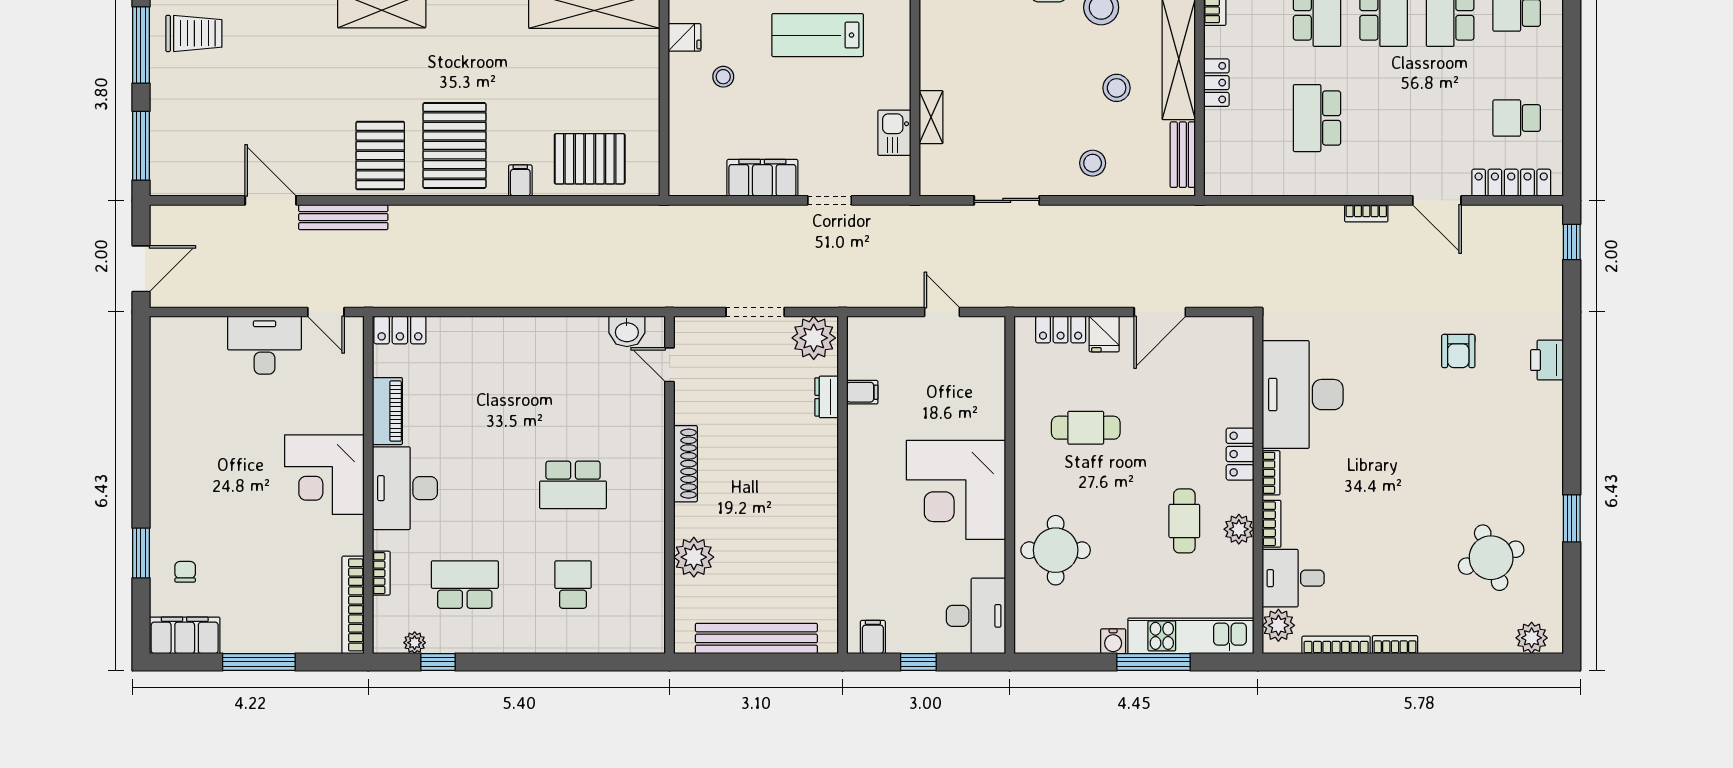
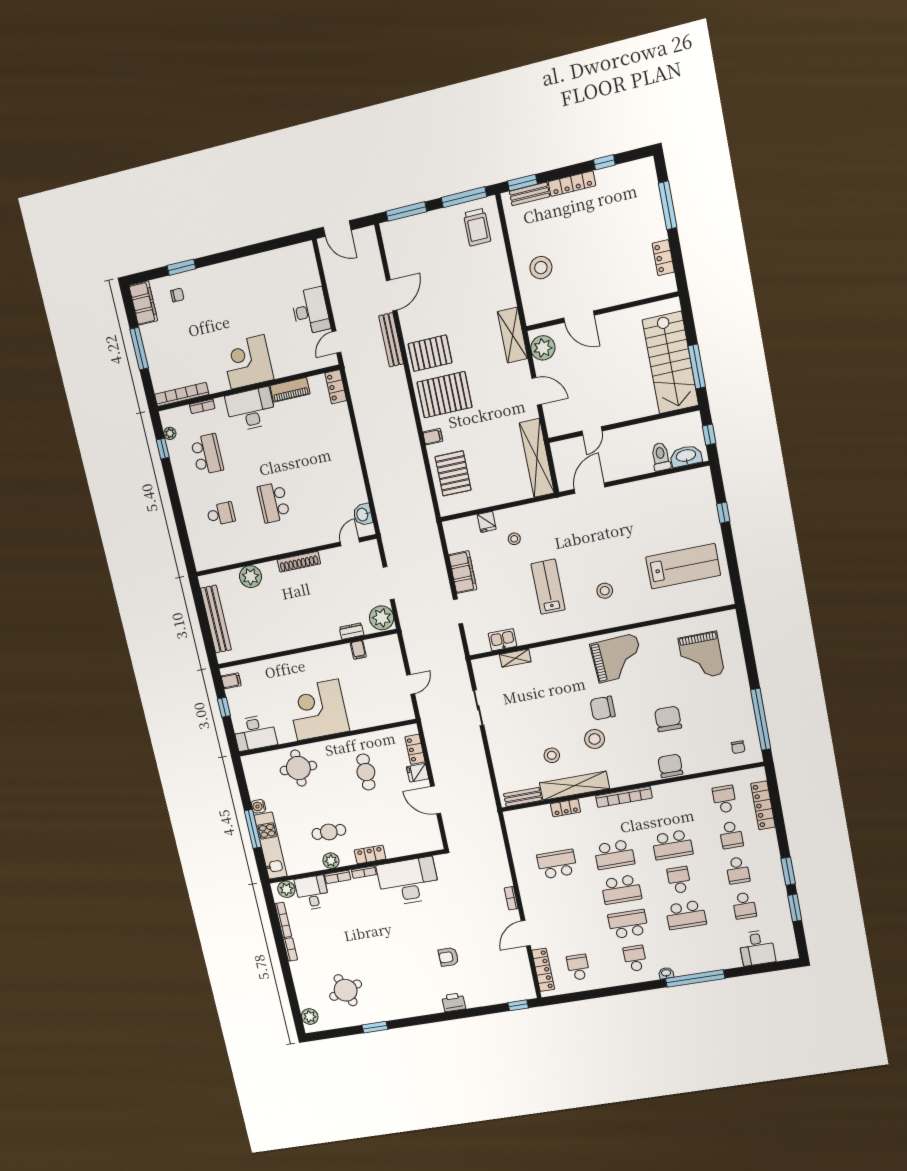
fridge: (684, 37) -> (487, 522), moved
stool: (1093, 163) -> (508, 750), removed

